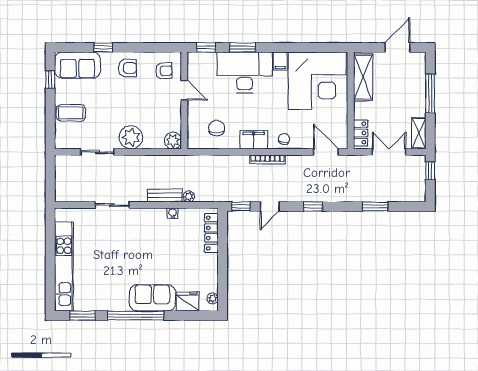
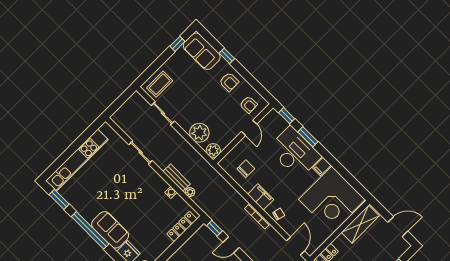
coffee table: (71, 113) -> (160, 84), moved, turned 90
plant: (131, 137) -> (199, 133), moved

